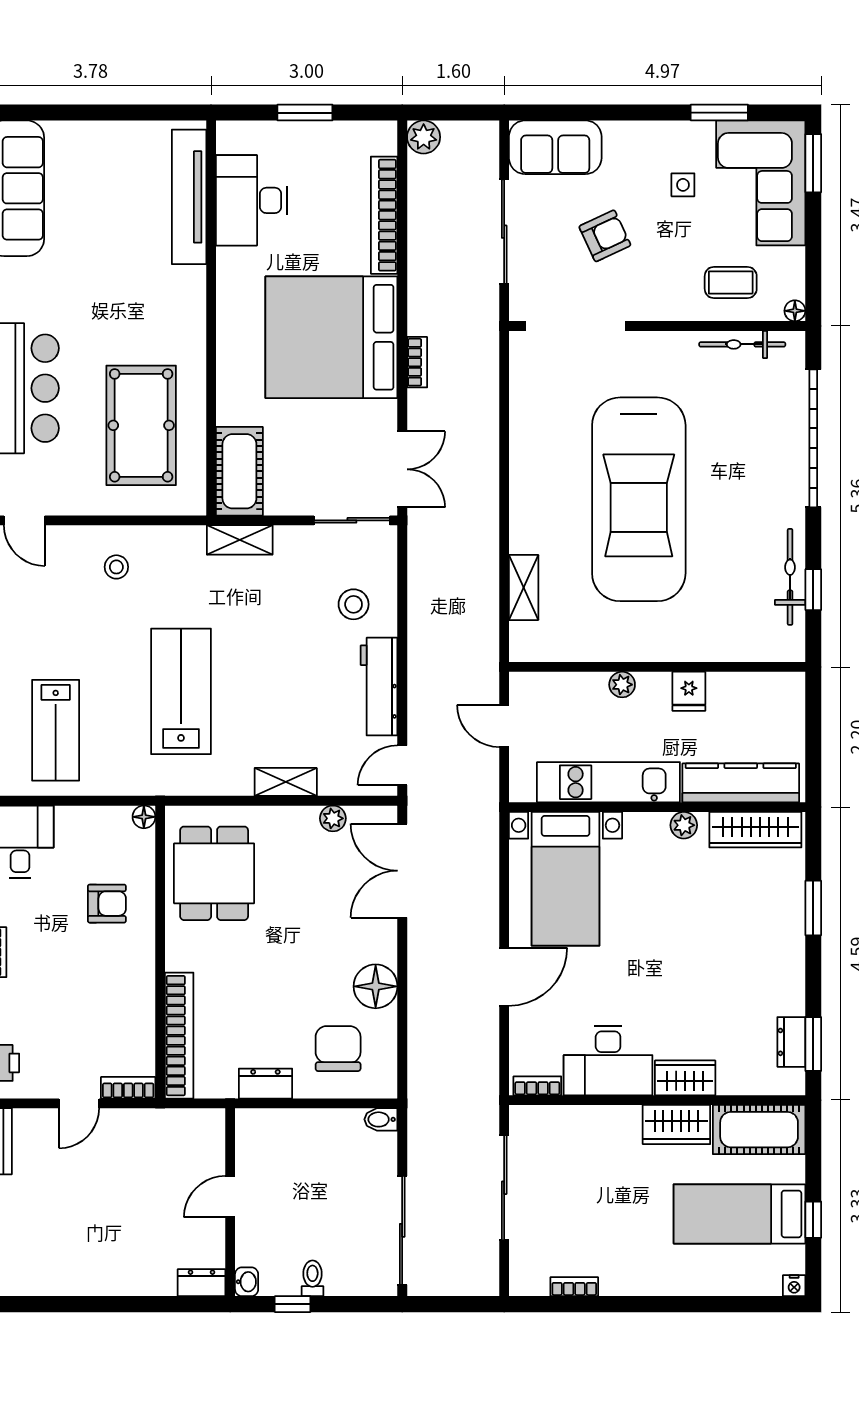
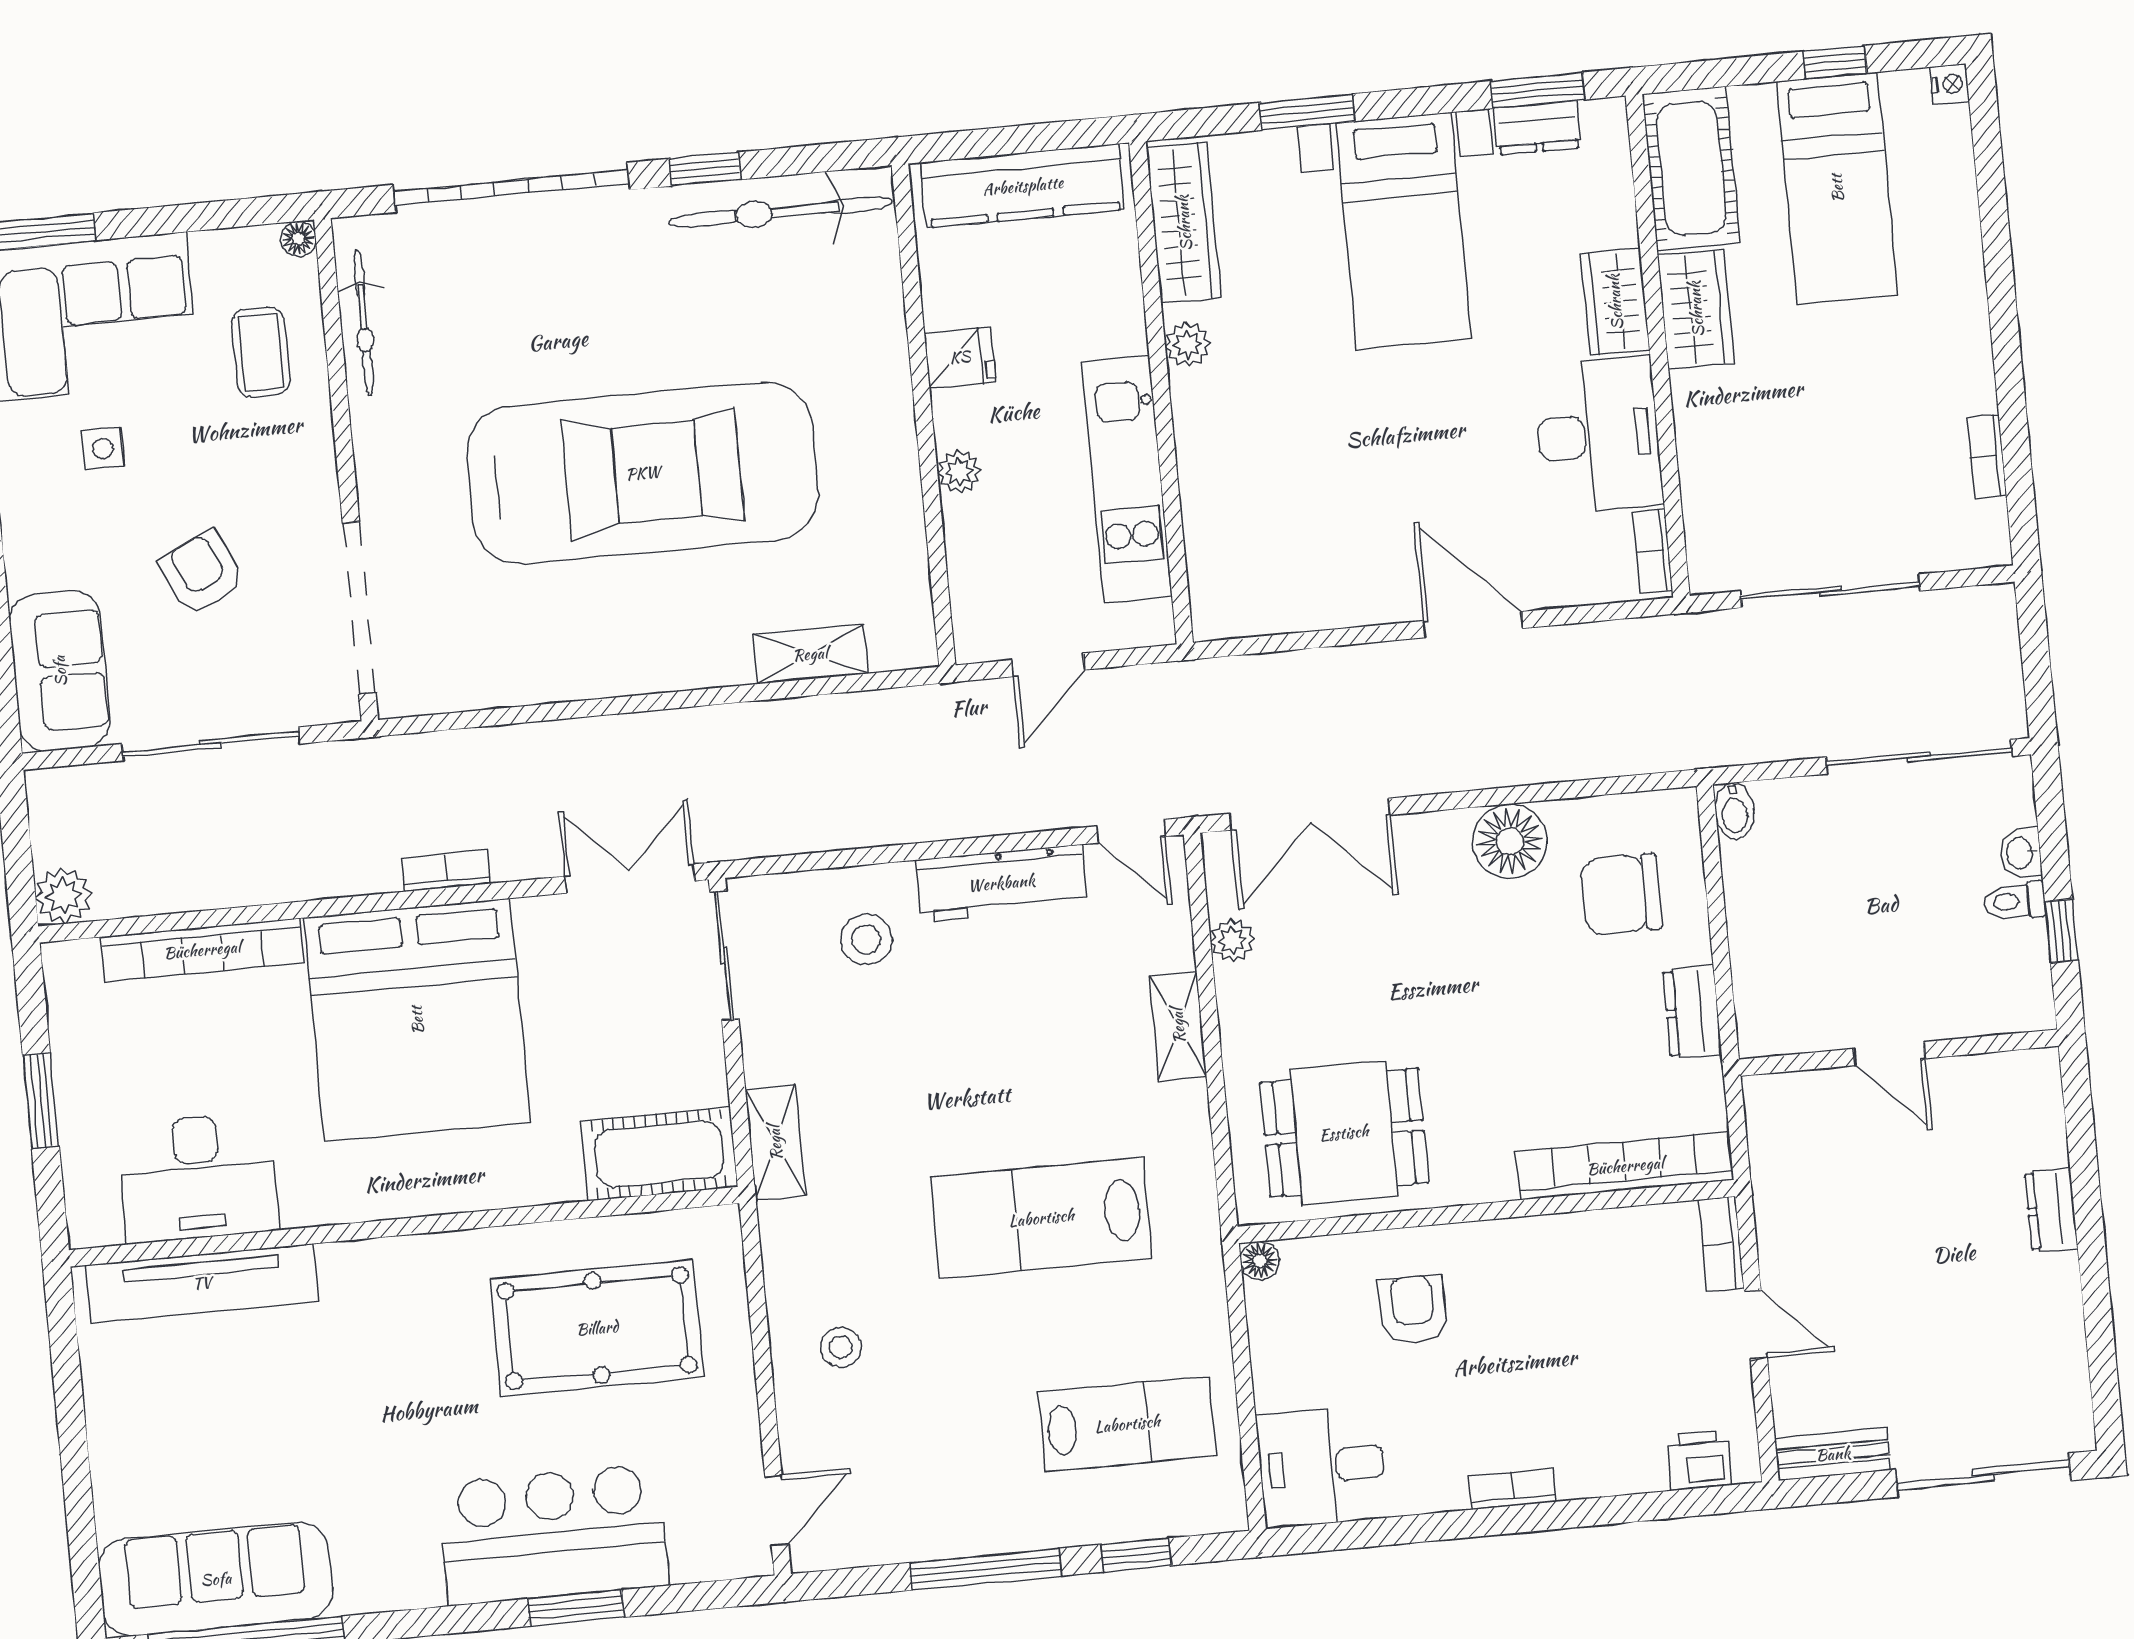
bicycle: (790, 577) -> (781, 212), width x1.37, depth x1.40
window: (813, 590) -> (705, 169), moved
kitchen counter: (741, 783) -> (1023, 186), moved, turned -90
bed with nightstands: (566, 879) -> (1404, 231), moved, turned 90
washbasin: (247, 1282) -> (2021, 853), moved, turned -90
dresser: (201, 1283) -> (2051, 1210), moved

